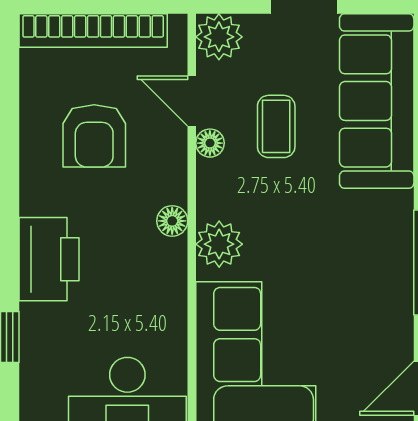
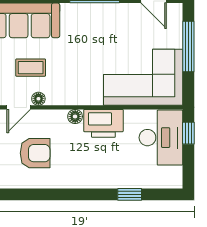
plant: (219, 244) -> (86, 94), removed
printer: (49, 259) -> (103, 123), moved, turned 180

